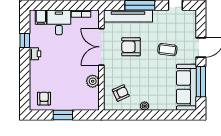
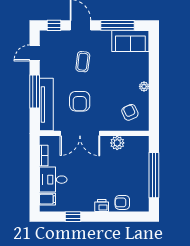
window: (201, 23) -> (54, 25), added
printer: (35, 54) -> (102, 206), moved
sofa: (186, 87) -> (130, 41), width x0.73
armchair: (44, 99) -> (122, 202), moved
window: (63, 115) -> (154, 175), width x2.11

